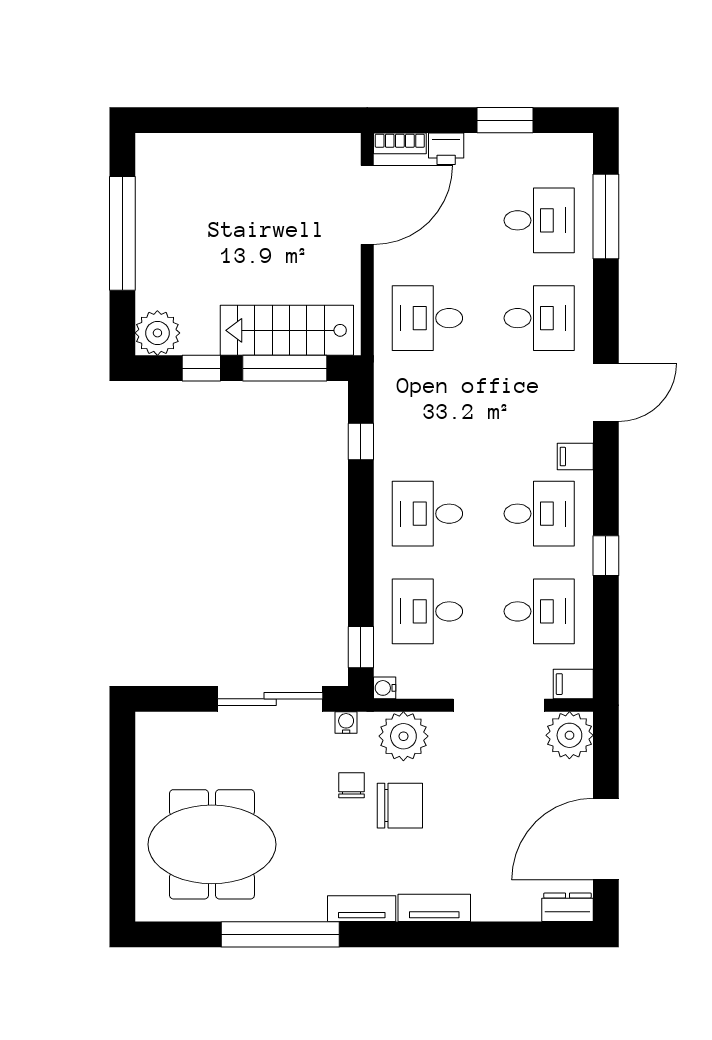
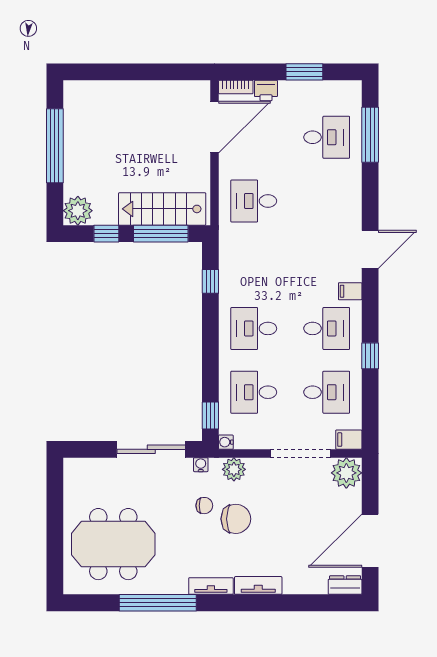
desk: (539, 318) -> (327, 201), removed
plant: (403, 736) -> (234, 469), width x0.73, depth x0.73
chair: (352, 785) -> (204, 506), turned 90

